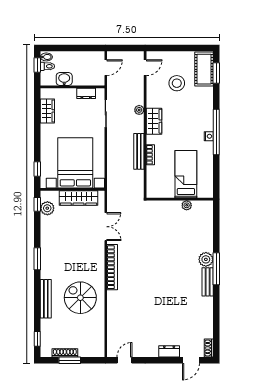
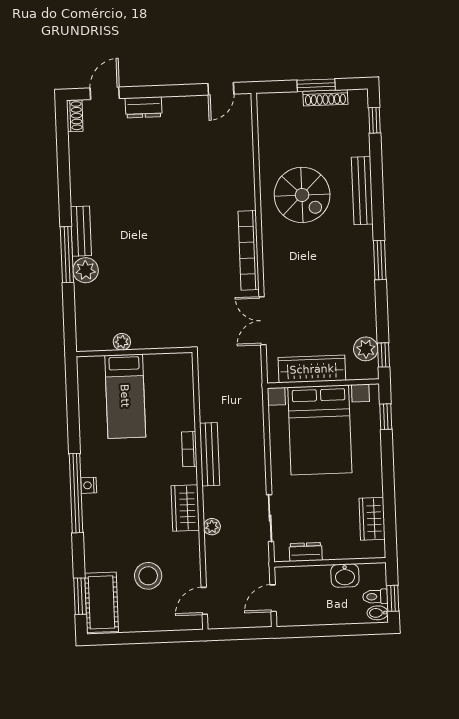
bed: (186, 174) -> (125, 396), moved
wall: (180, 199) -> (134, 352), moved
plant: (187, 205) -> (122, 342), moved

